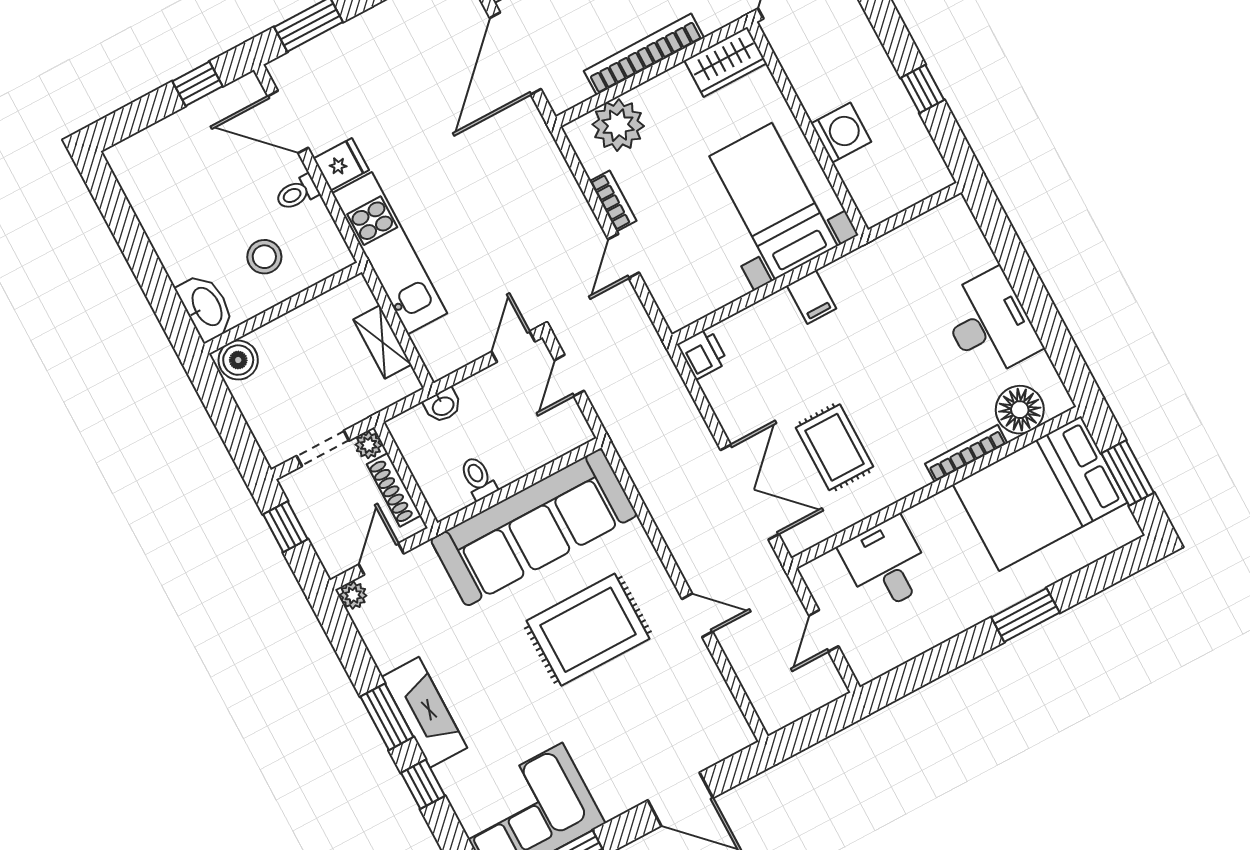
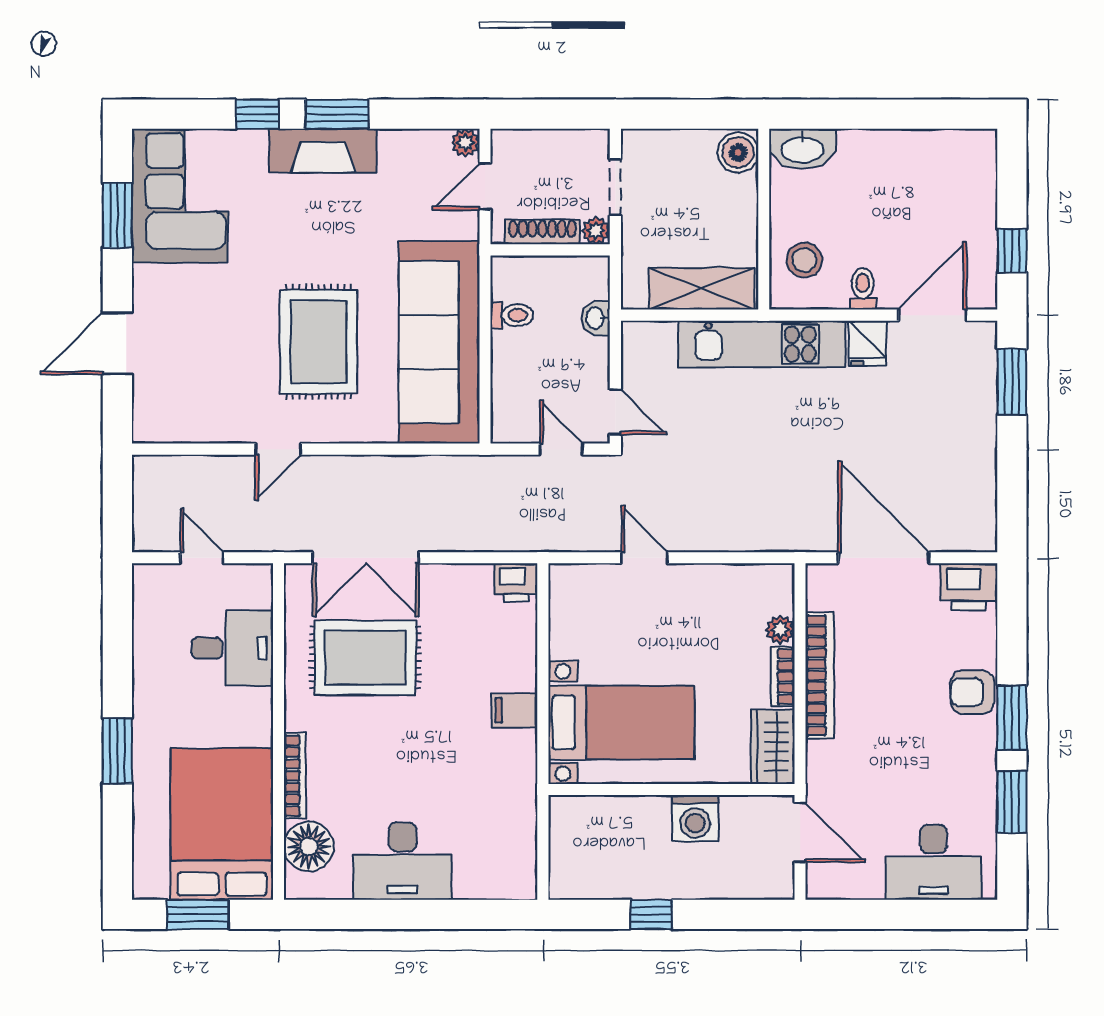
plant: (618, 125) -> (780, 630), width x0.53, depth x0.53
washing machine: (841, 133) -> (695, 818), moved
bookcase: (613, 201) -> (783, 677), moved, turned 90
stool: (264, 257) -> (804, 260), moved
shelving: (382, 342) -> (701, 289), width x1.50, depth x1.33
rug: (834, 447) -> (365, 658), width x1.36, depth x1.43
window: (285, 527) -> (562, 114), removed
door: (381, 559) -> (485, 186), swing flipped

